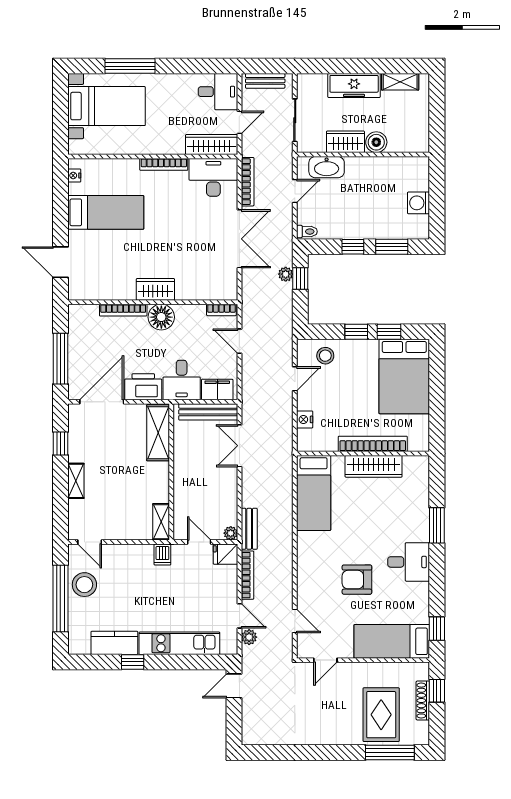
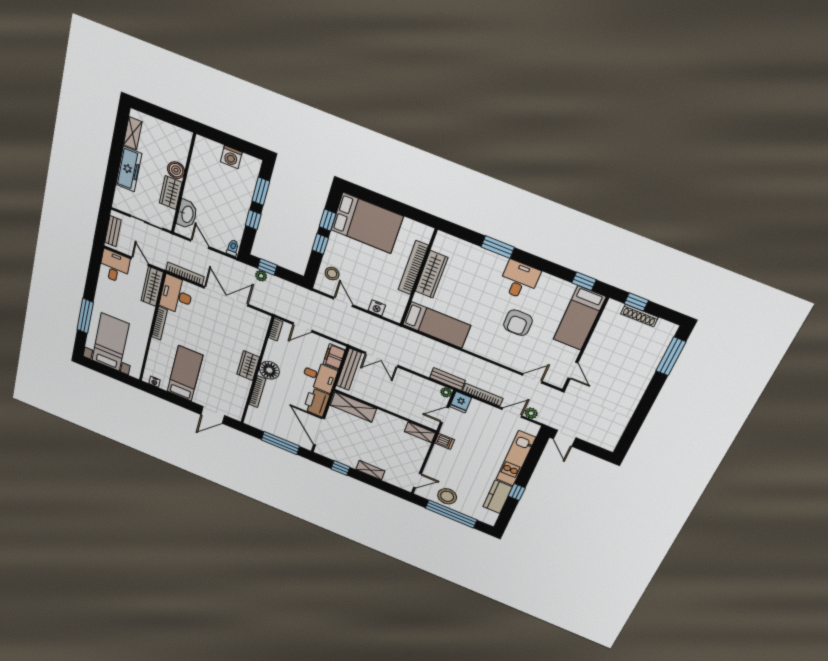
rug: (381, 715) -> (636, 350), removed

